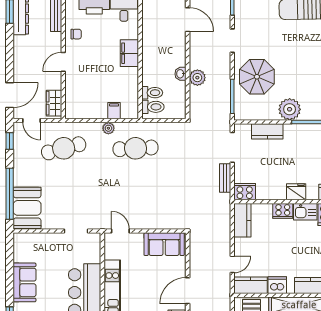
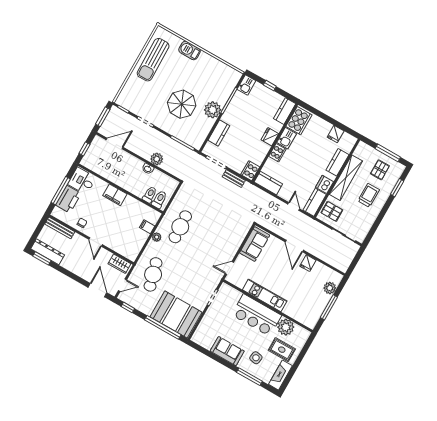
parasol: (257, 77) -> (182, 104), moved
booth: (27, 208) -> (176, 314), width x1.36, depth x1.42

